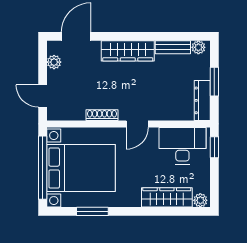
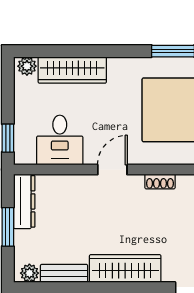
shoe rack: (102, 115) -> (160, 181), width x0.70
desk: (182, 146) -> (60, 140), width x0.73

